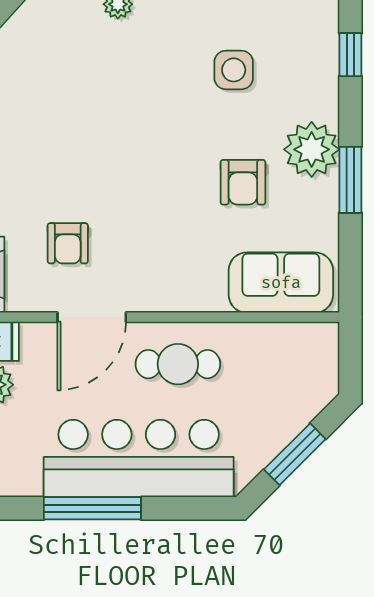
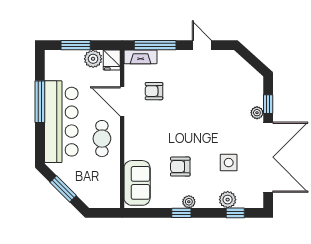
plant: (319, 72) -> (228, 200), added
plant: (312, 149) -> (189, 202), width x0.53, depth x0.53
window: (350, 180) -> (181, 213), width x0.67

